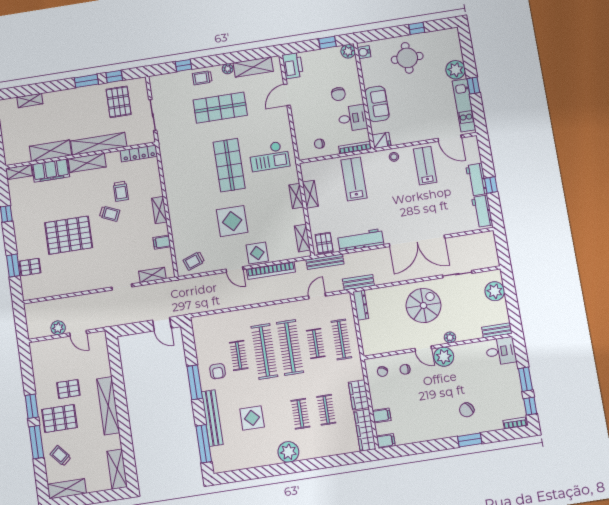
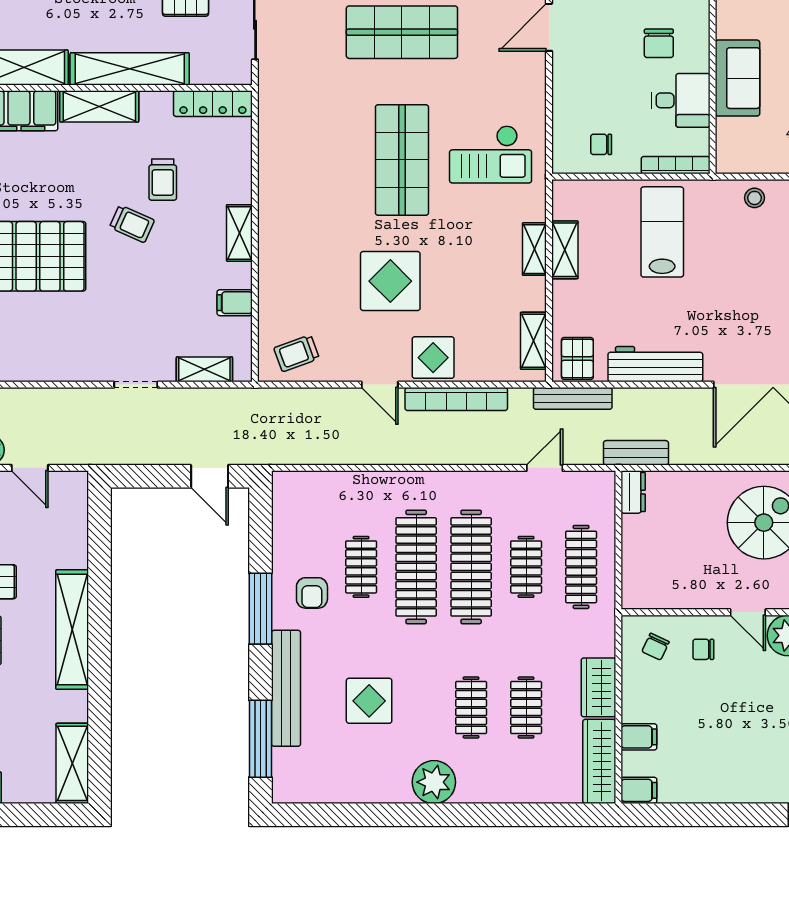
fridge: (381, 140) -> (734, 159), removed
dresser: (361, 305) -> (633, 492), width x0.70

